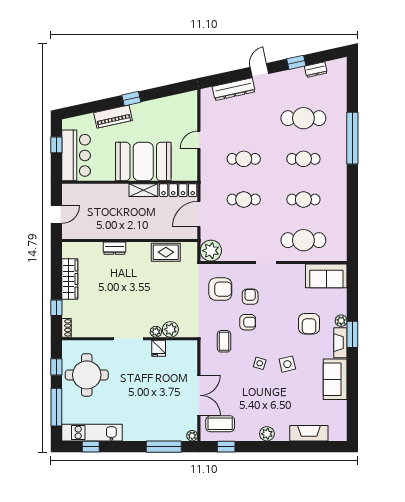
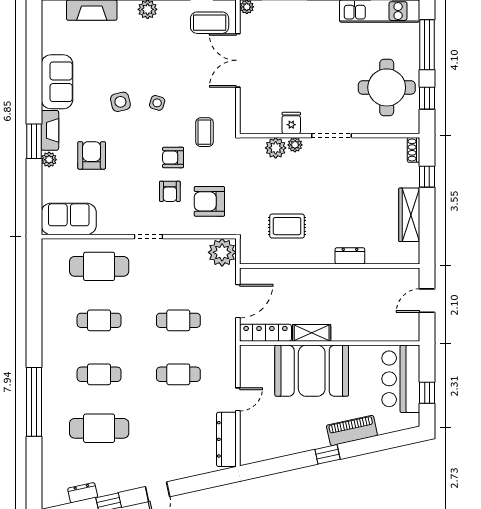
dresser: (234, 89) -> (226, 439), moved, turned -78
rug: (166, 252) -> (287, 226), moved

